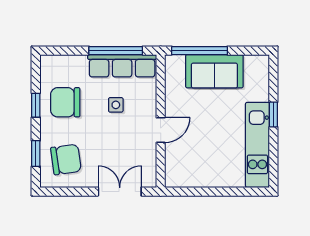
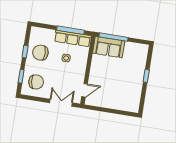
sofa: (214, 71) -> (109, 47), moved
door: (161, 130) -> (85, 90), moved
kitchen unit: (257, 145) -> (135, 90), removed

